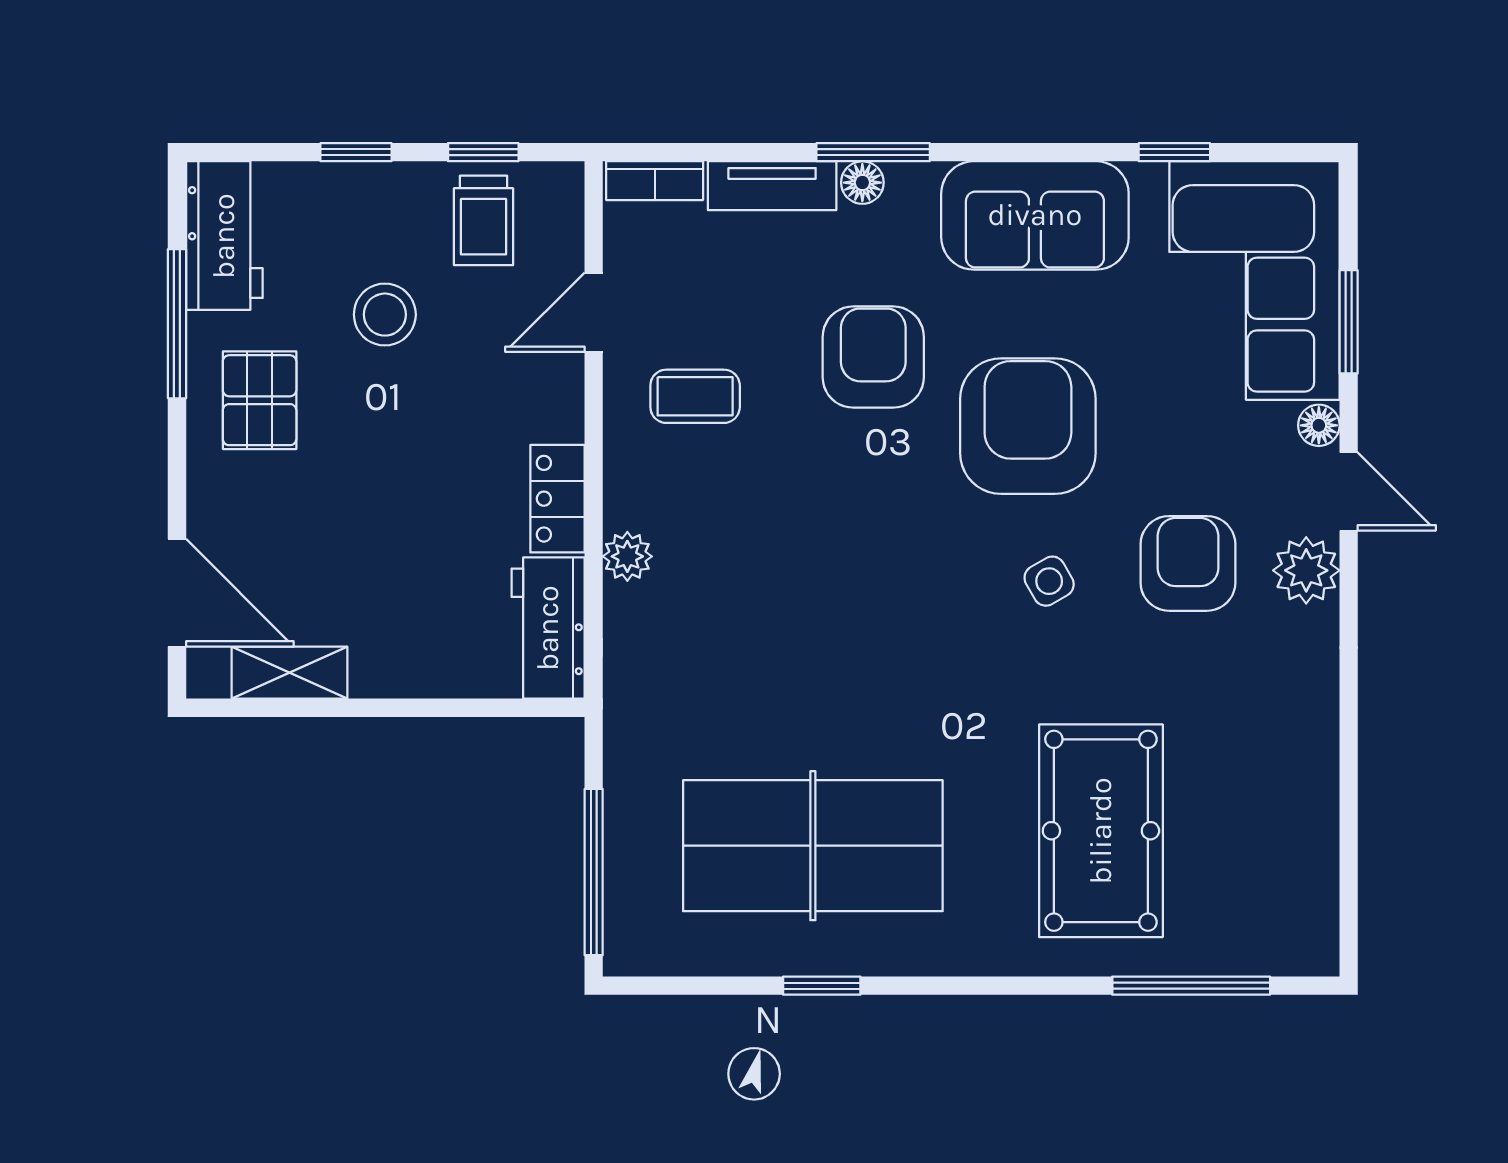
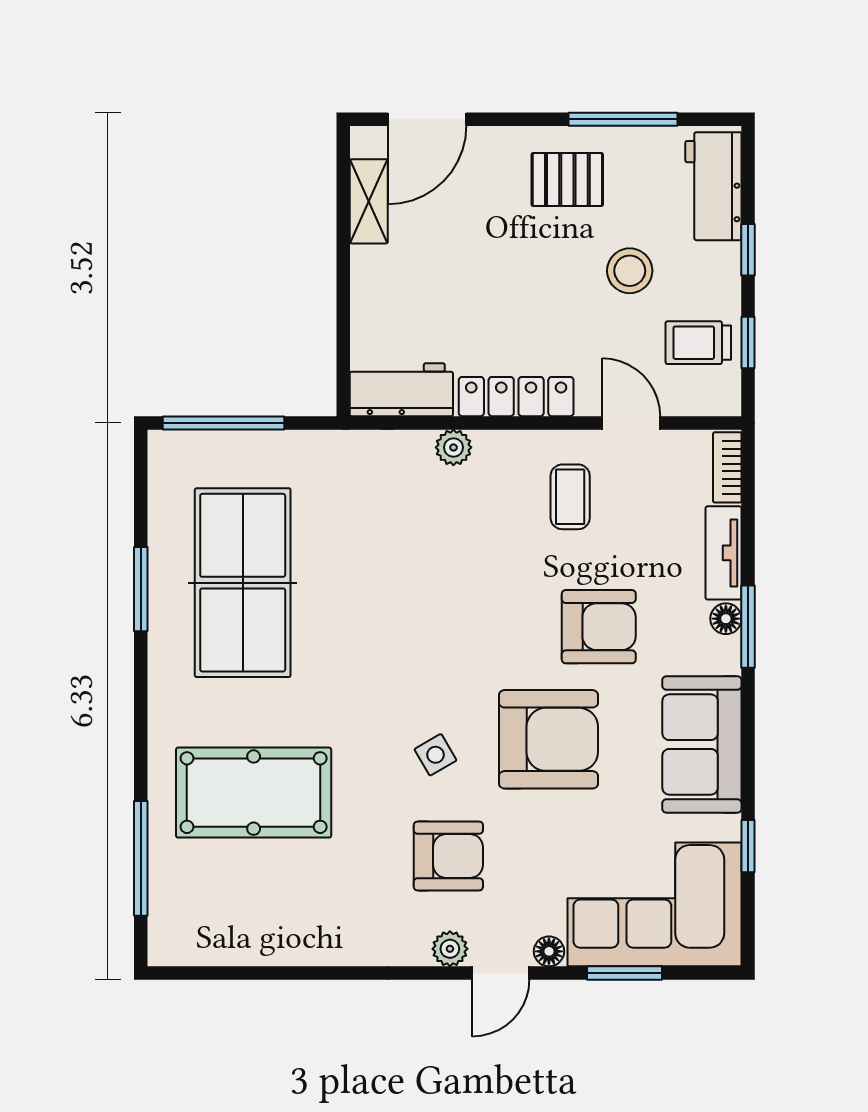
workbench: (224, 236) -> (713, 186), moved, turned 90
locker: (557, 499) -> (516, 397), width x1.53
plant: (1306, 570) -> (450, 949), width x0.73, depth x0.73
window: (822, 986) -> (141, 589), width x1.50

